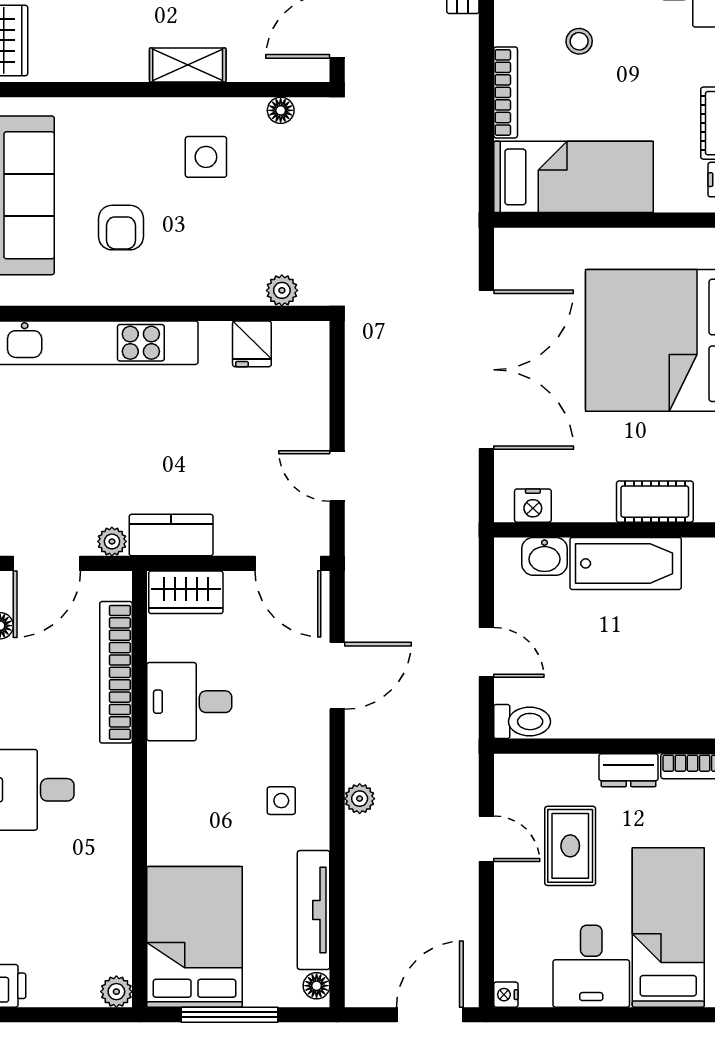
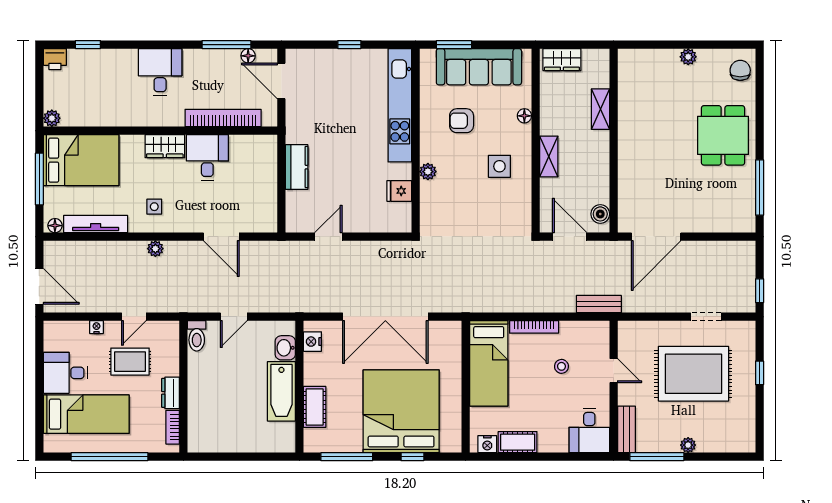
floor lamp: (281, 110) -> (524, 116), moved
plant: (282, 290) -> (428, 172), moved
kitchen counter: (171, 535) -> (297, 167), moved
plant: (112, 541) -> (293, 116), removed
door: (288, 563) -> (281, 210), removed
wardrobe: (186, 592) -> (165, 146), moved, turned -90
nightstand: (506, 995) -> (96, 327), moved

